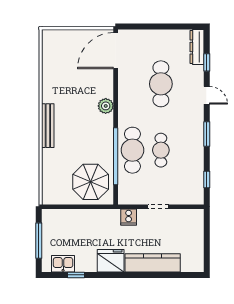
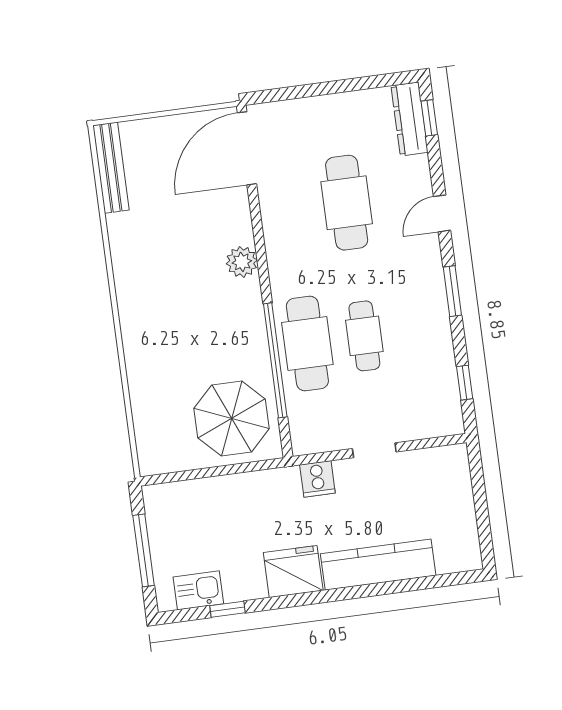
window: (207, 62) -> (429, 118), moved
door: (207, 95) -> (442, 213), swing flipped
bench: (48, 126) -> (111, 168), moved

